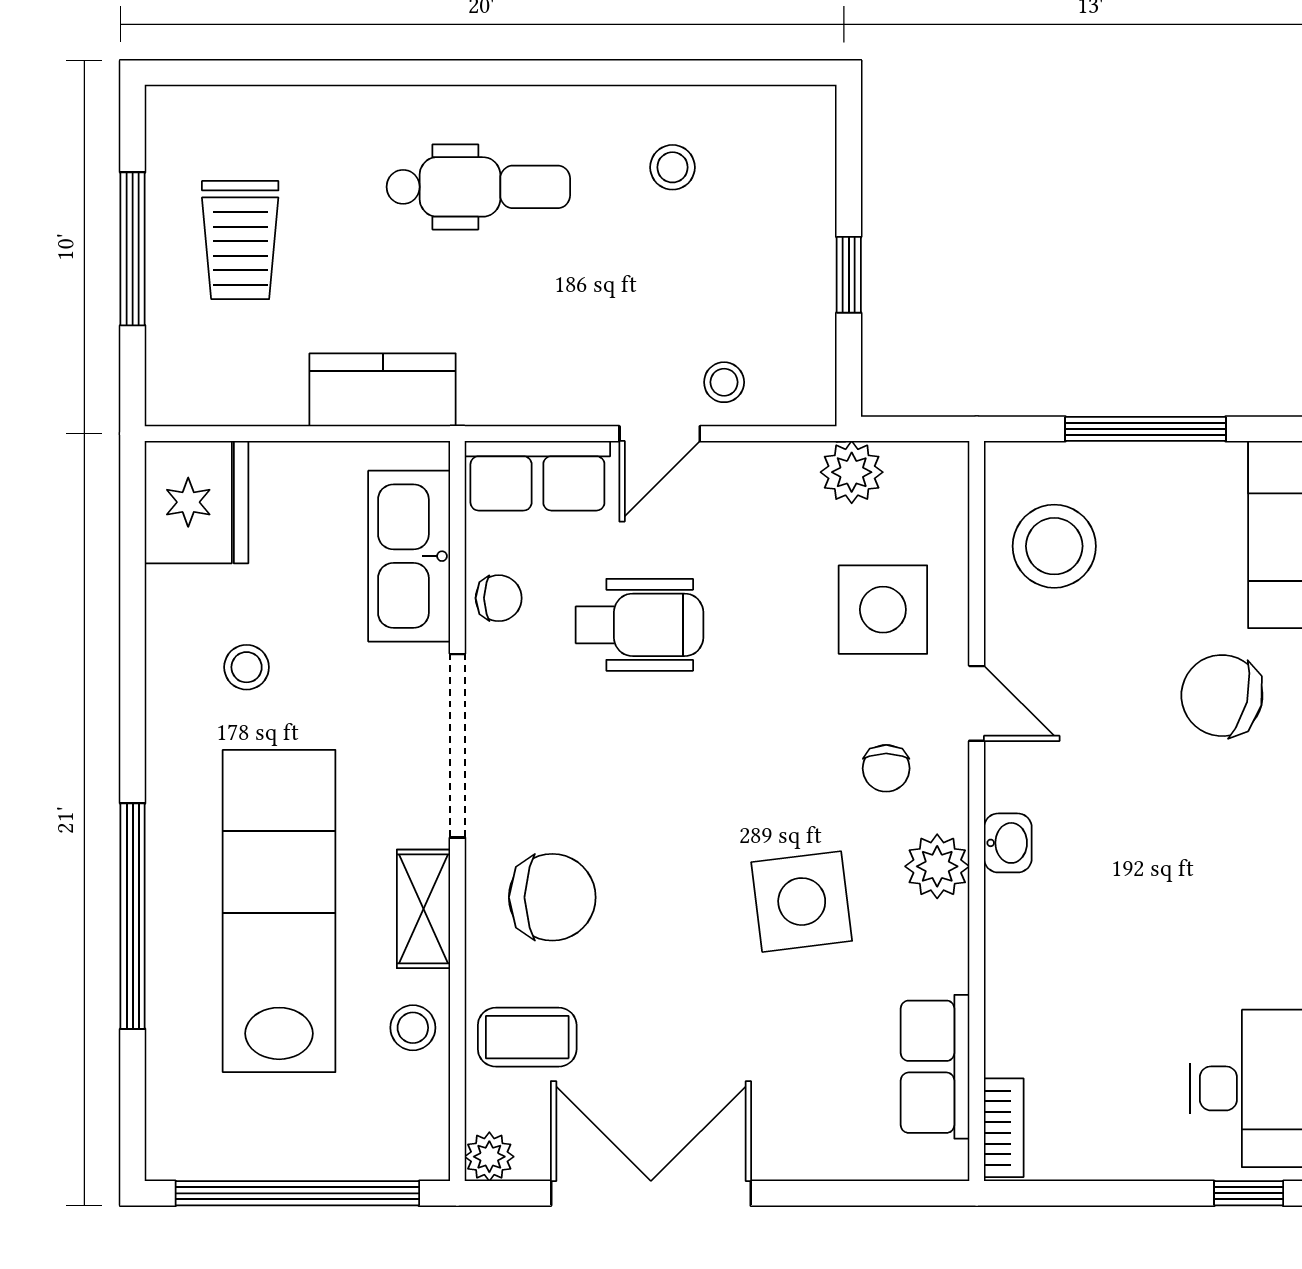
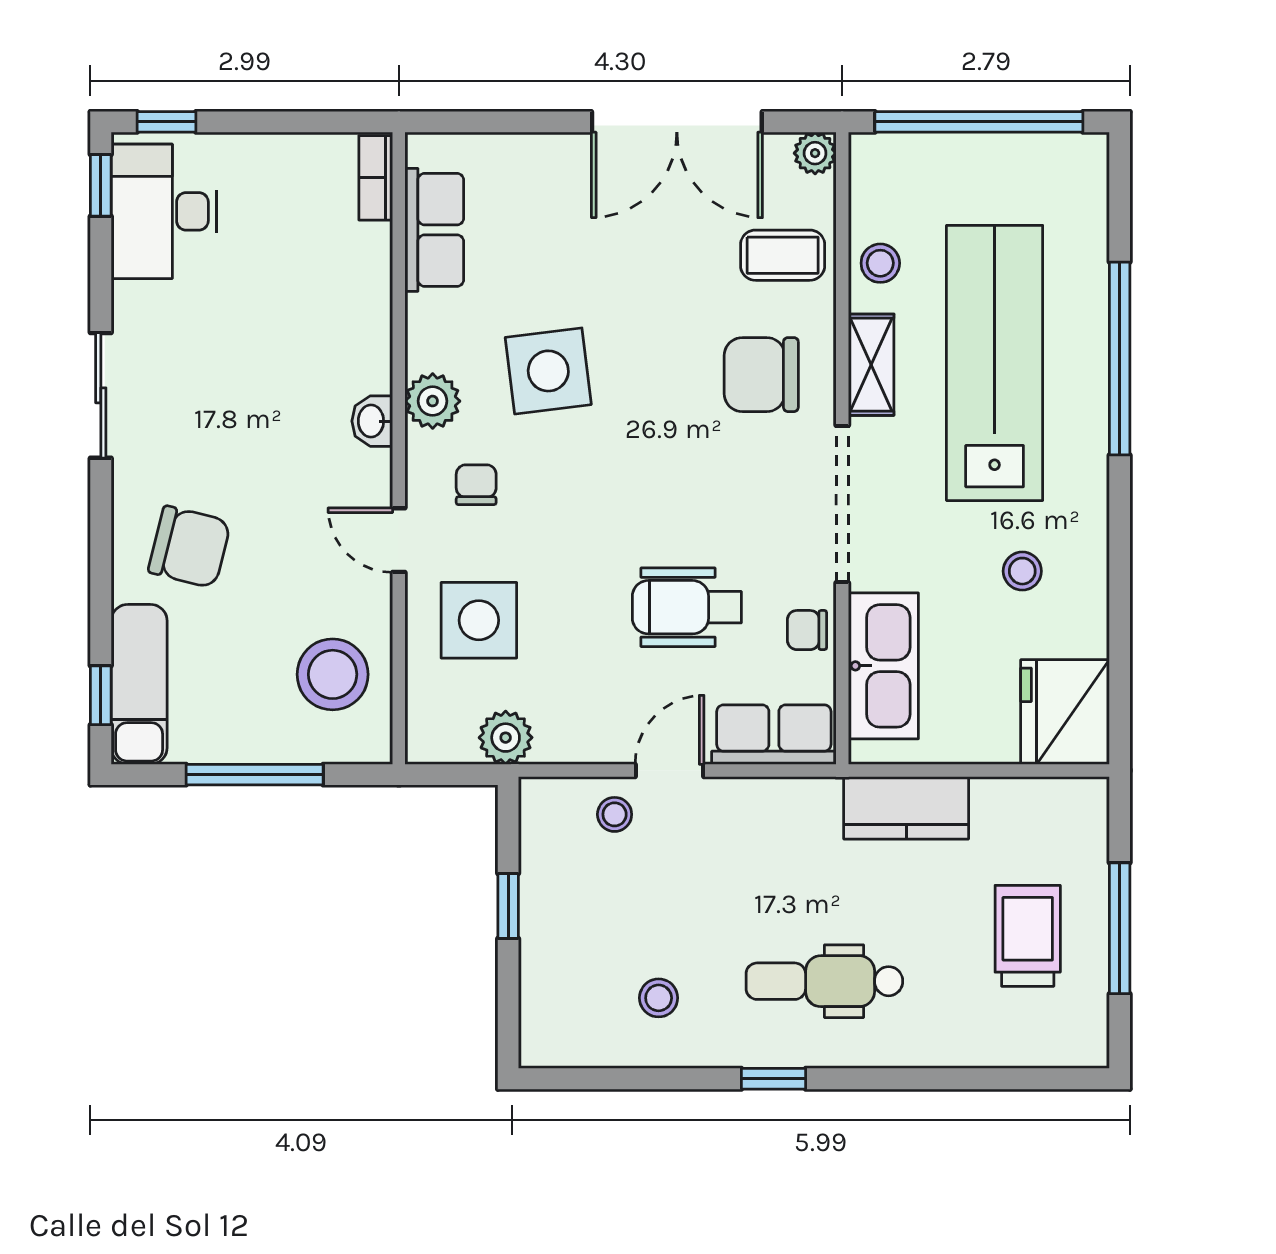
window: (538, 73) -> (774, 1079), added
lab bench: (279, 911) -> (995, 363), turned 180

